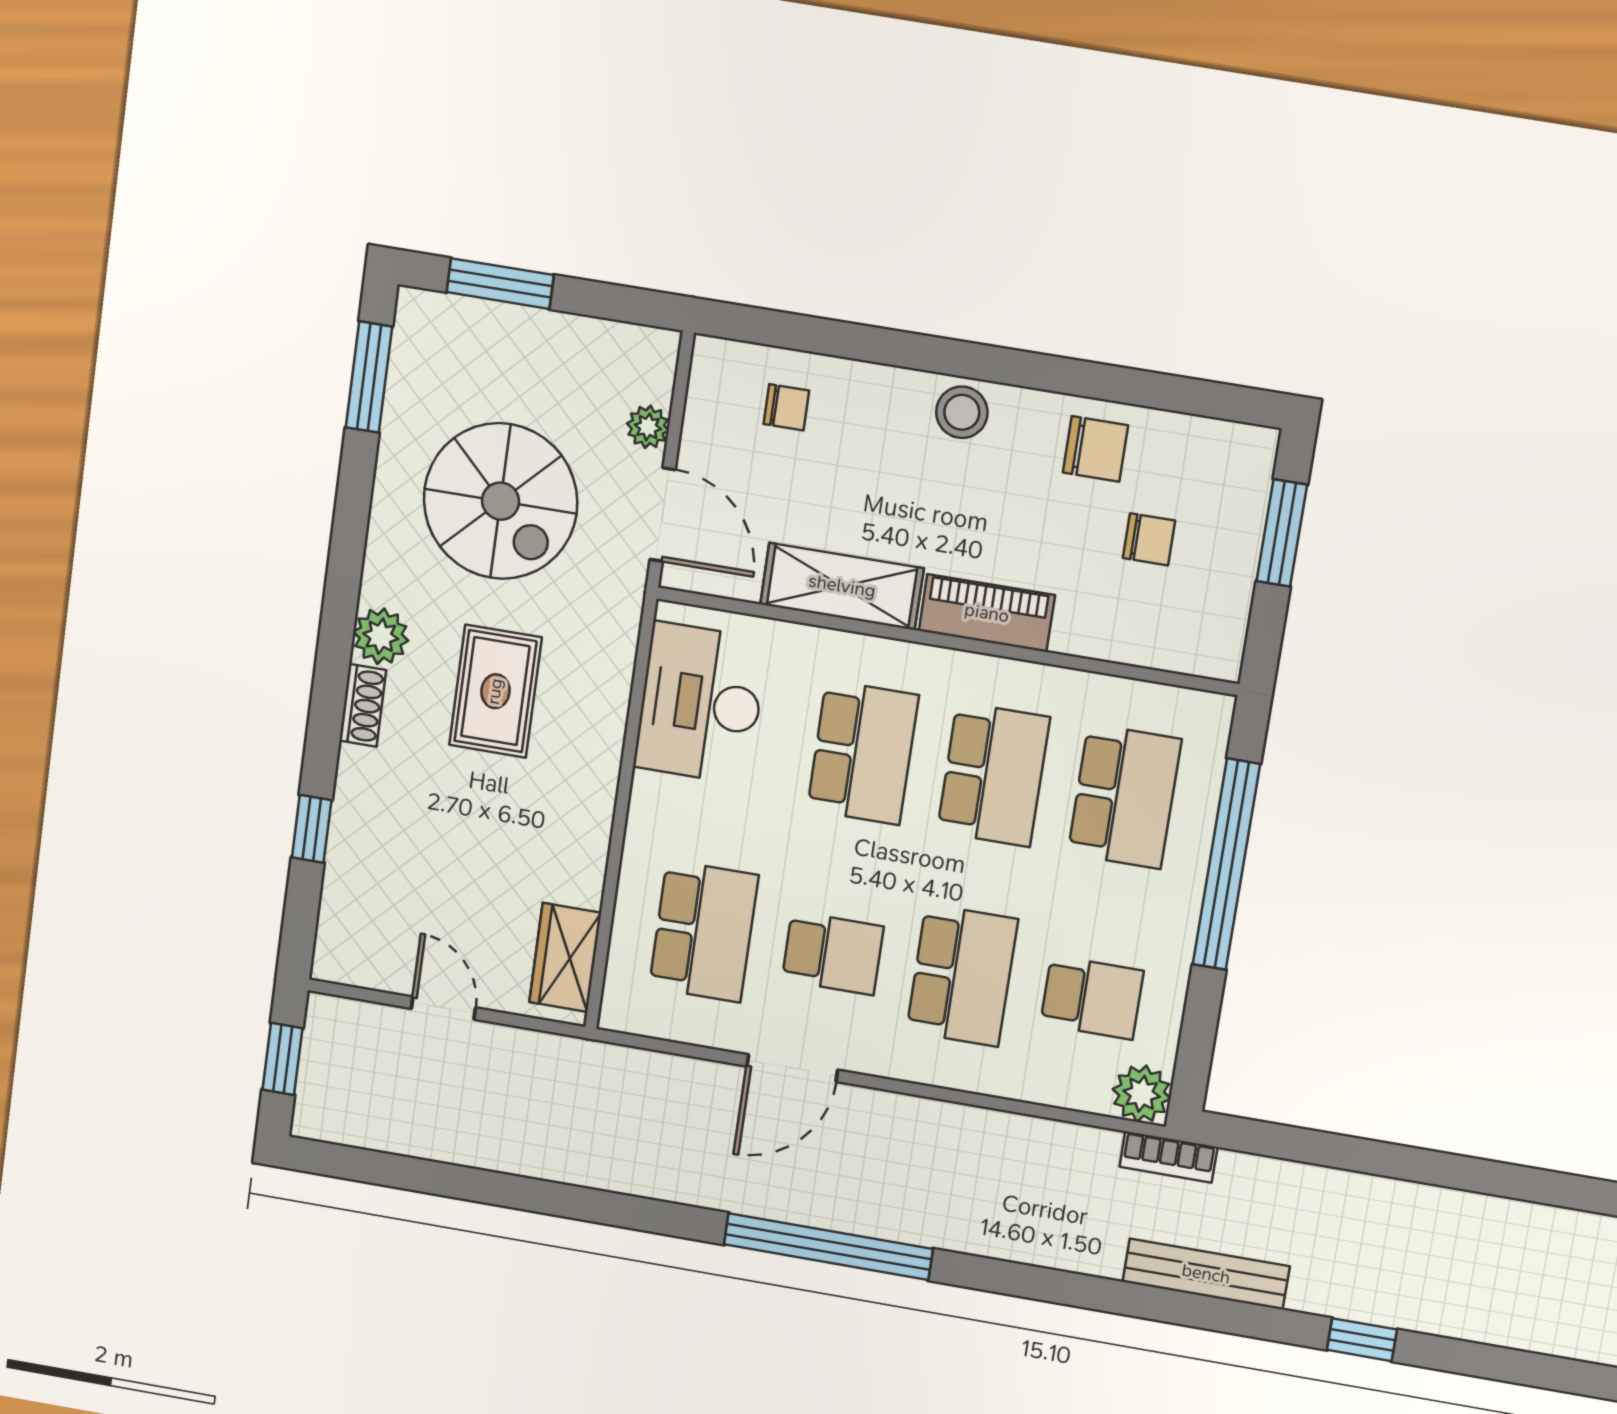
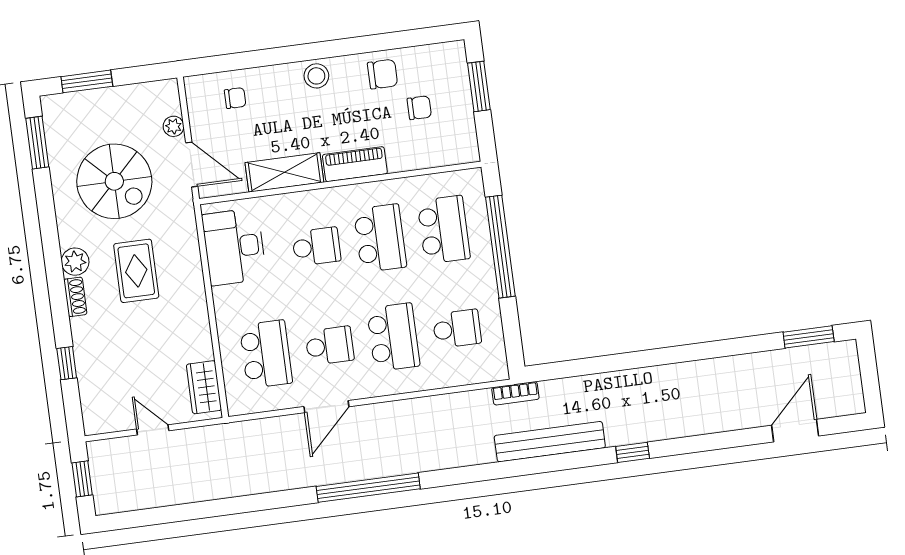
school desk: (863, 752) -> (316, 247), width x0.54
plant: (1142, 1094) -> (494, 367), removed
bench: (1206, 1274) -> (550, 442), width x1.37, depth x1.21

